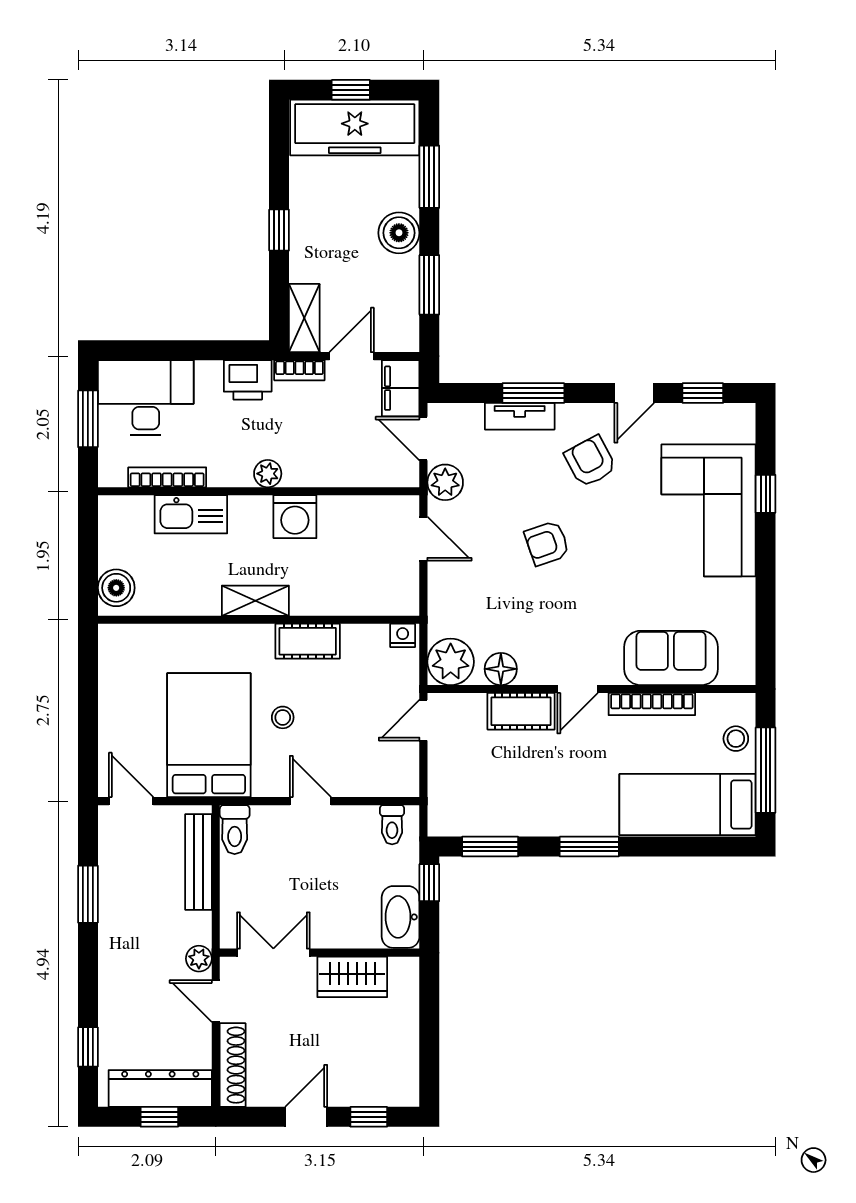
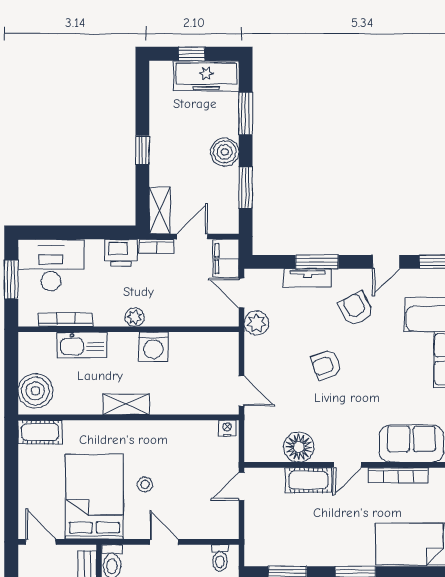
freezer: (355, 127) -> (206, 76), width x0.73, depth x0.79
door: (423, 539) -> (241, 391), moved
boiler: (116, 588) -> (35, 391), width x1.37, depth x1.37
cot: (308, 641) -> (40, 432), moved
plant: (451, 662) -> (260, 446), removed
floor lamp: (501, 669) -> (299, 447), width x1.38, depth x1.38

